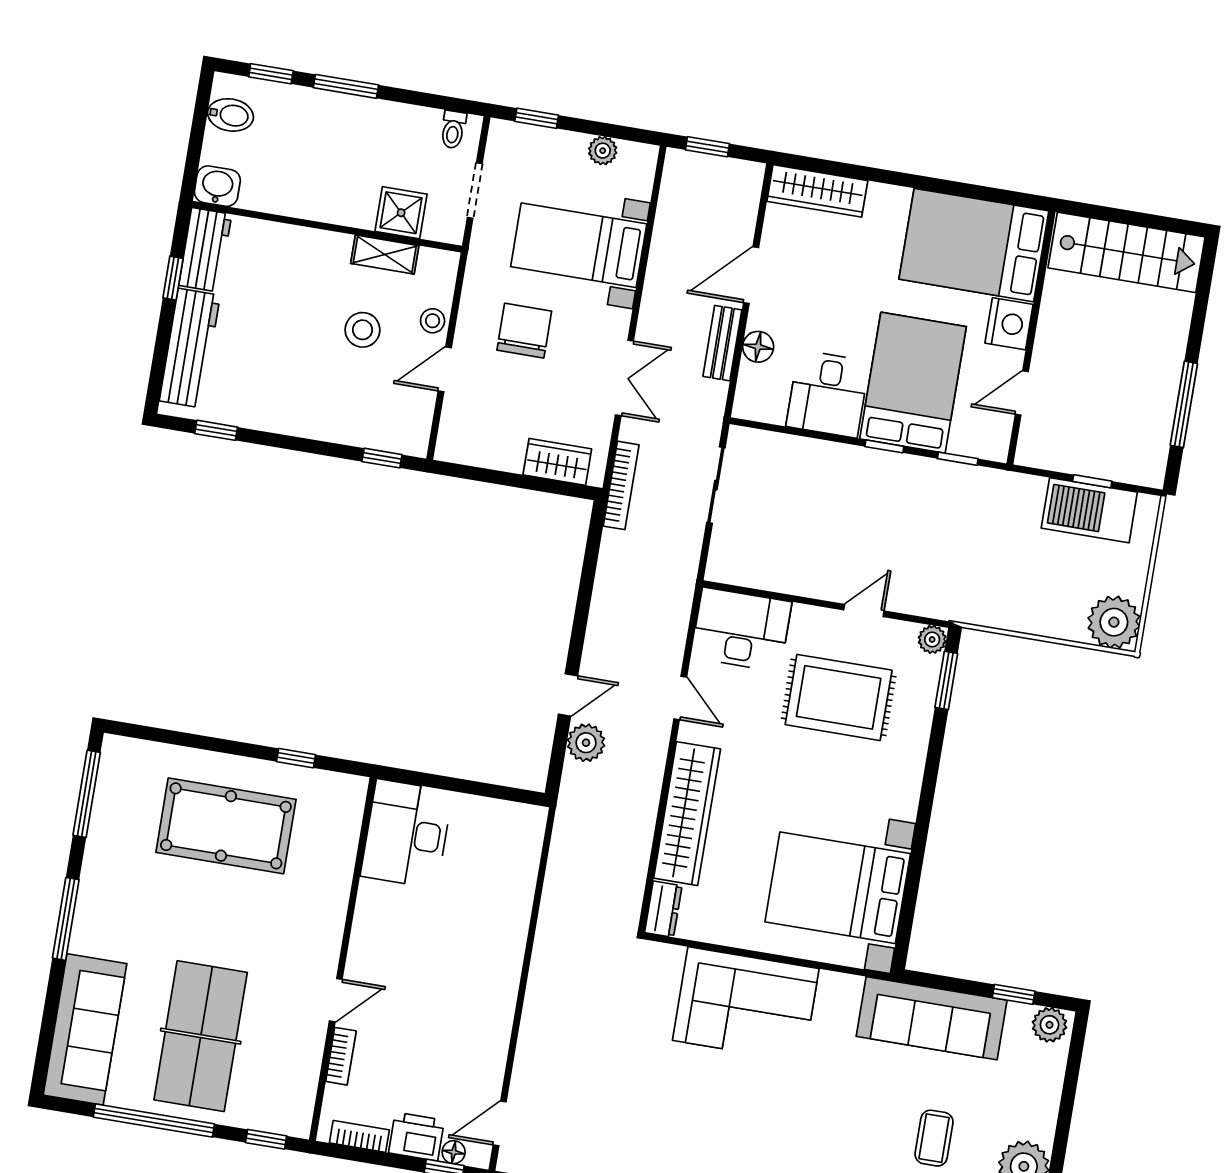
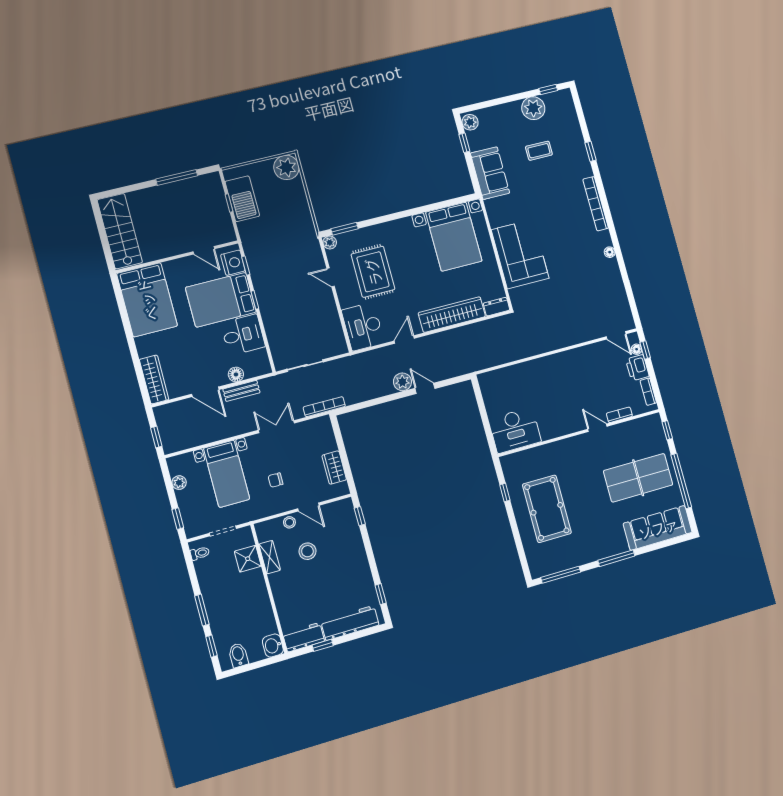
nightstand: (1009, 324) -> (233, 263), moved, turned 90
chair: (524, 331) -> (275, 480), width x0.54, depth x0.54
wardrobe: (557, 462) -> (334, 468), moved
plant: (586, 743) -> (402, 382), moved
sofa: (932, 1018) -> (490, 173), width x0.73

